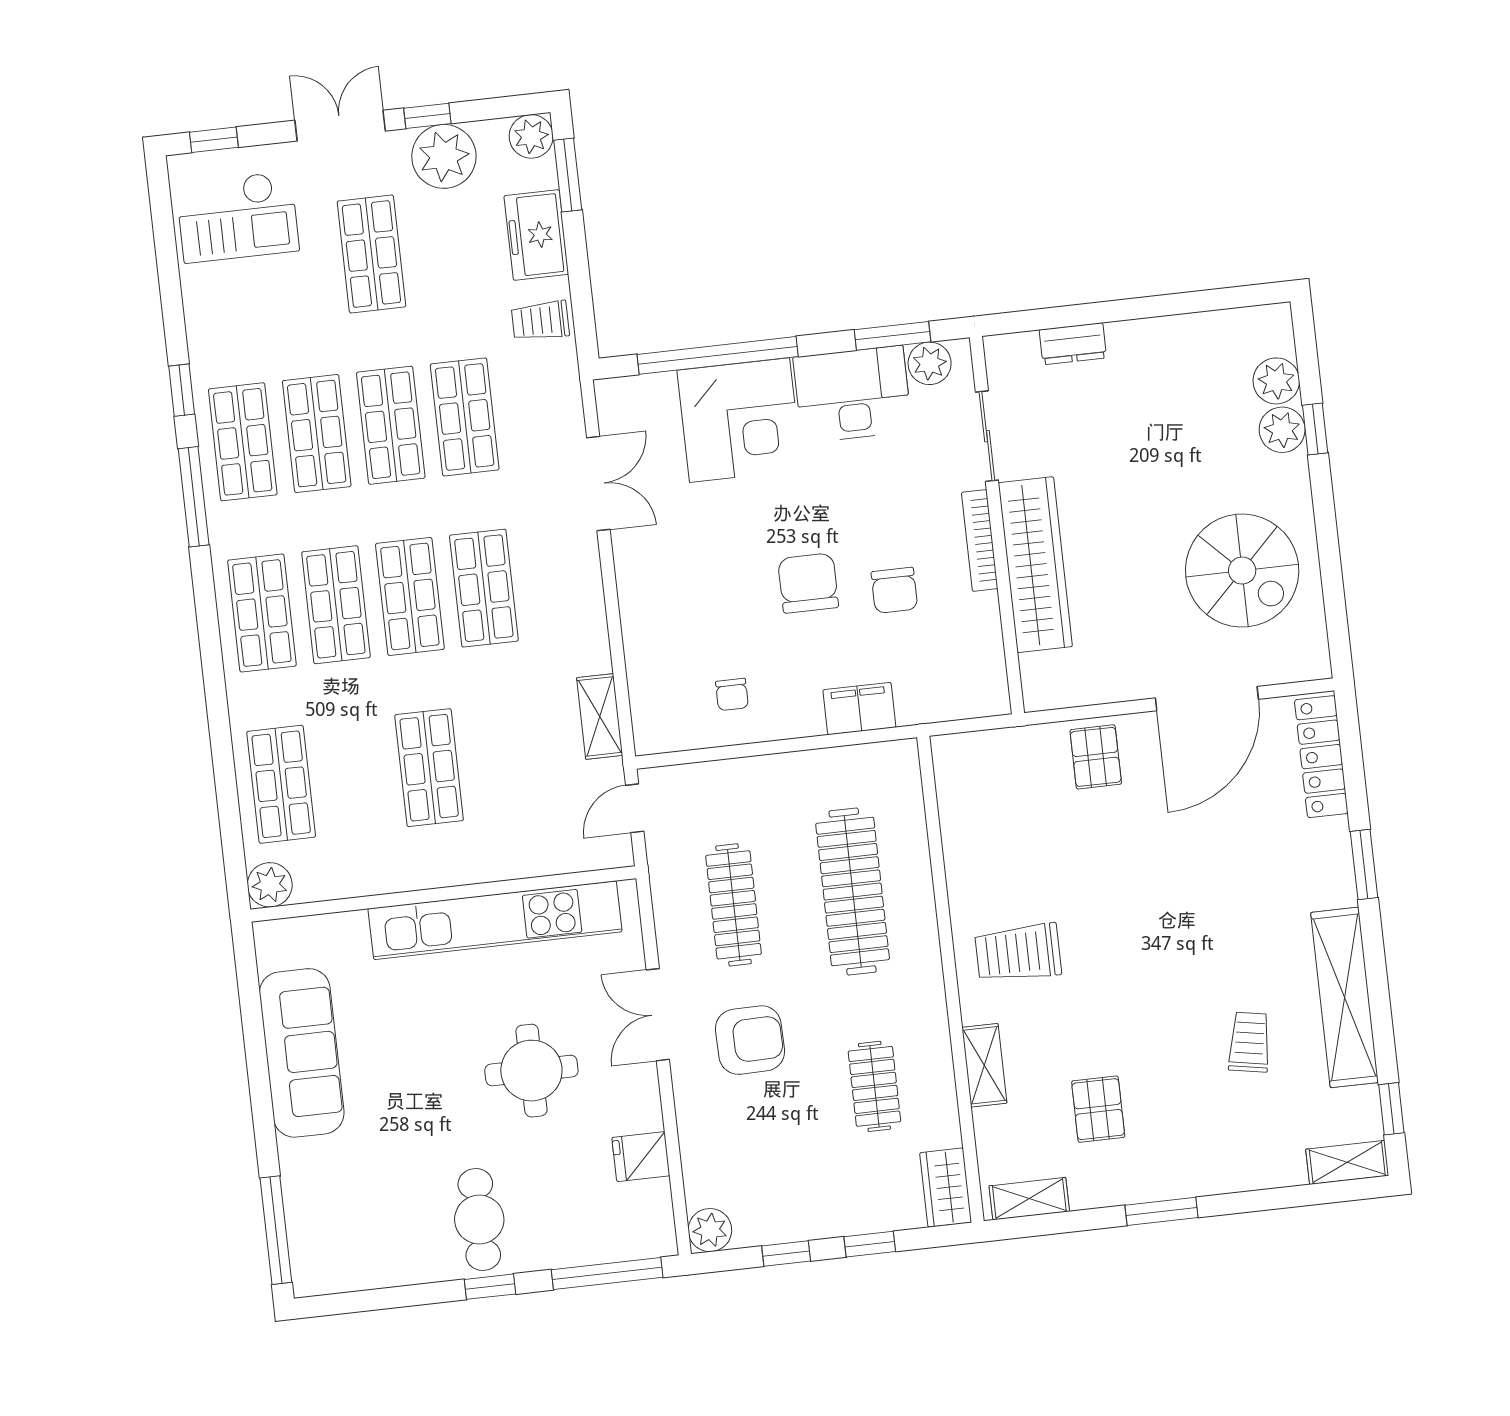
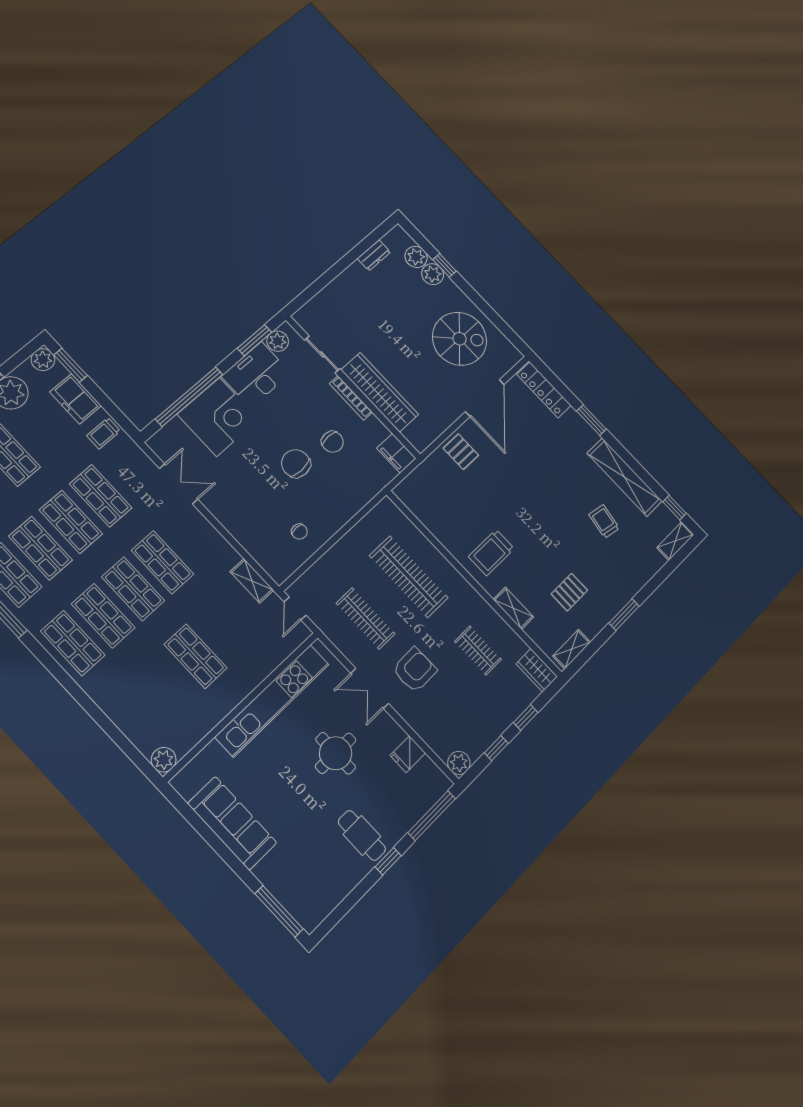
dresser: (1073, 344) -> (374, 255), moved
filing cabinet: (859, 709) -> (396, 453), moved, turned -90
shop shelf: (281, 784) -> (136, 712), removed
pallet: (1098, 1109) -> (569, 592), turned 90

